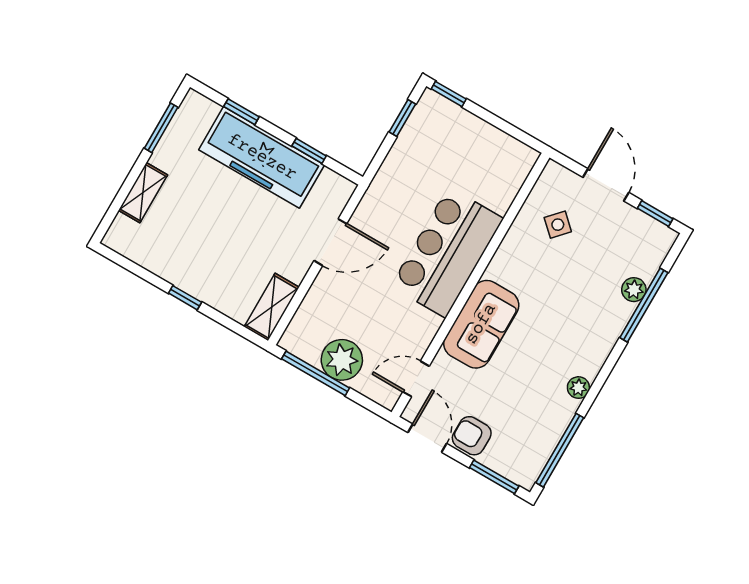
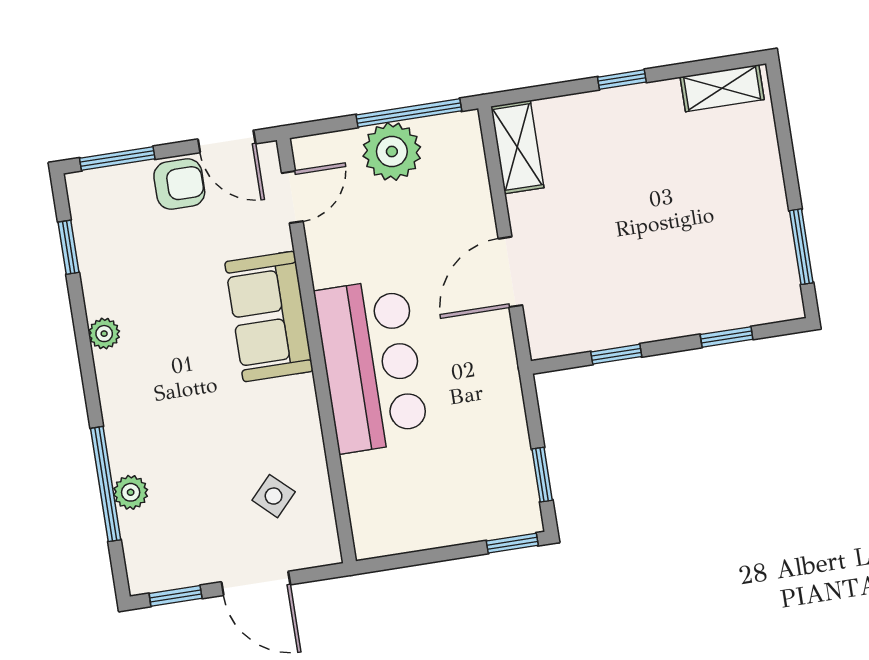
freezer: (262, 157) -> (663, 304), removed
shelving: (143, 193) -> (722, 88), moved, turned 90
window: (560, 450) -> (69, 247), width x0.46

